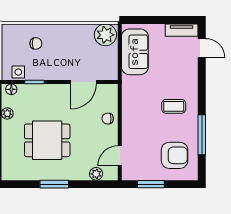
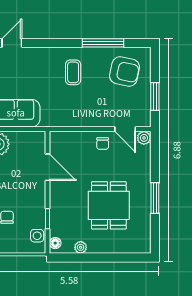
chair: (108, 119) -> (103, 144), moved
armchair: (175, 155) -> (125, 71), turned 102
plant: (96, 174) -> (144, 138), moved

